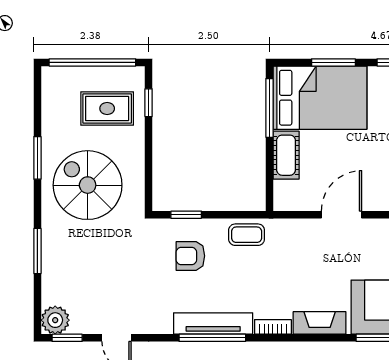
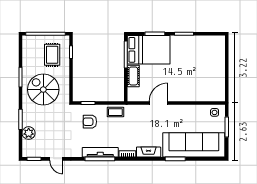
rug: (107, 109) -> (52, 55), turned 90
plant: (55, 320) -> (29, 133), moved

